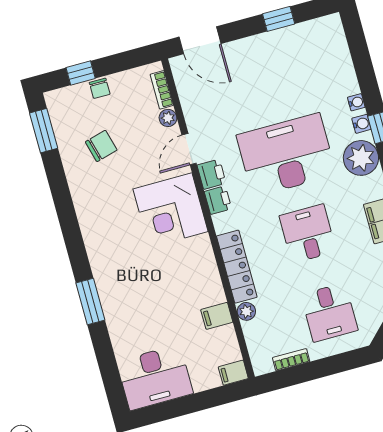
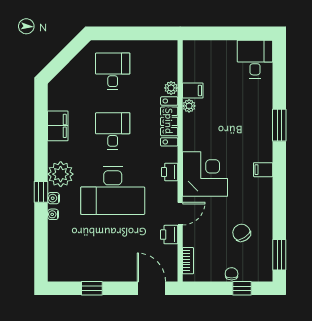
plant: (168, 118) -> (189, 106), moved
chair: (101, 146) -> (242, 233), turned 72
printer: (212, 174) -> (169, 235), moved
desk: (308, 234) -> (113, 131), turned 180
bookcase: (291, 360) -> (149, 45), removed
filing cabinet: (233, 373) -> (263, 170), moved, turned 180
desk: (155, 377) -> (255, 59), width x0.73

